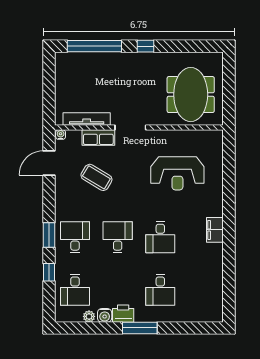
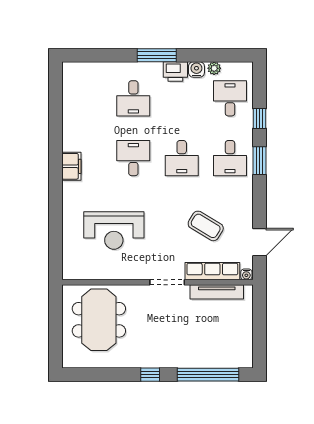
row of seats: (98, 137) -> (212, 271), width x1.48
reception desk: (177, 173) -> (114, 230), turned 180
desk: (160, 290) -> (133, 98), turned 180

